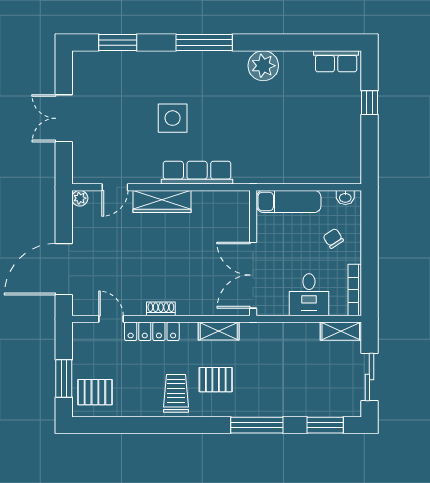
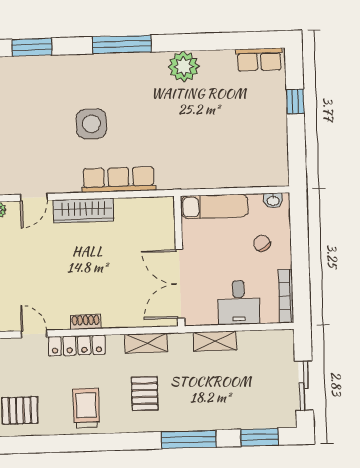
shelving: (341, 331) -> (215, 341), moved
pallet: (216, 380) -> (145, 394), turned 90
trolley: (176, 393) -> (86, 408), moved

